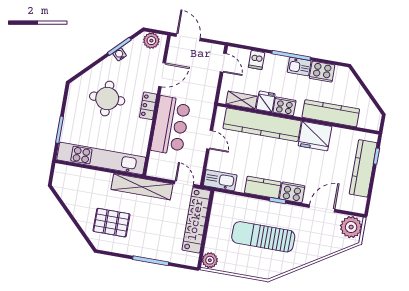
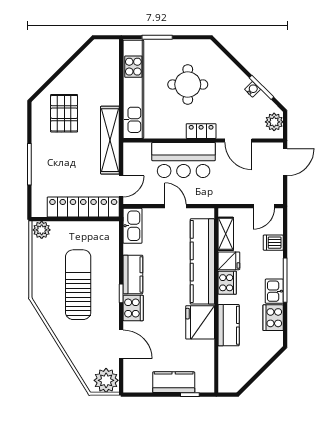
round table: (107, 98) -> (188, 84), moved
kitchen counter: (331, 113) -> (229, 325), width x0.67
door: (210, 140) -> (175, 206), swing flipped
kitchen counter: (363, 168) -> (174, 382), width x0.67

